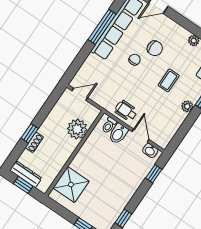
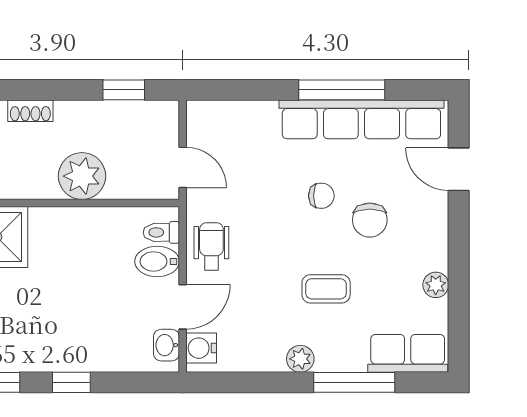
door: (80, 94) -> (183, 167), moved
plant: (77, 129) -> (82, 176), moved
window: (30, 133) -> (124, 90), moved
water cooler: (160, 139) -> (201, 348), added
window: (154, 174) -> (71, 382), moved

